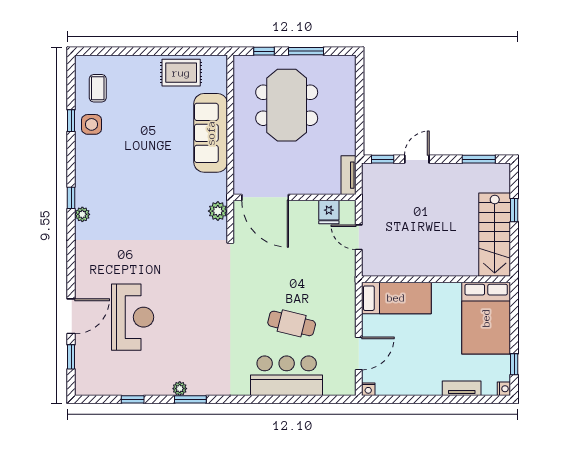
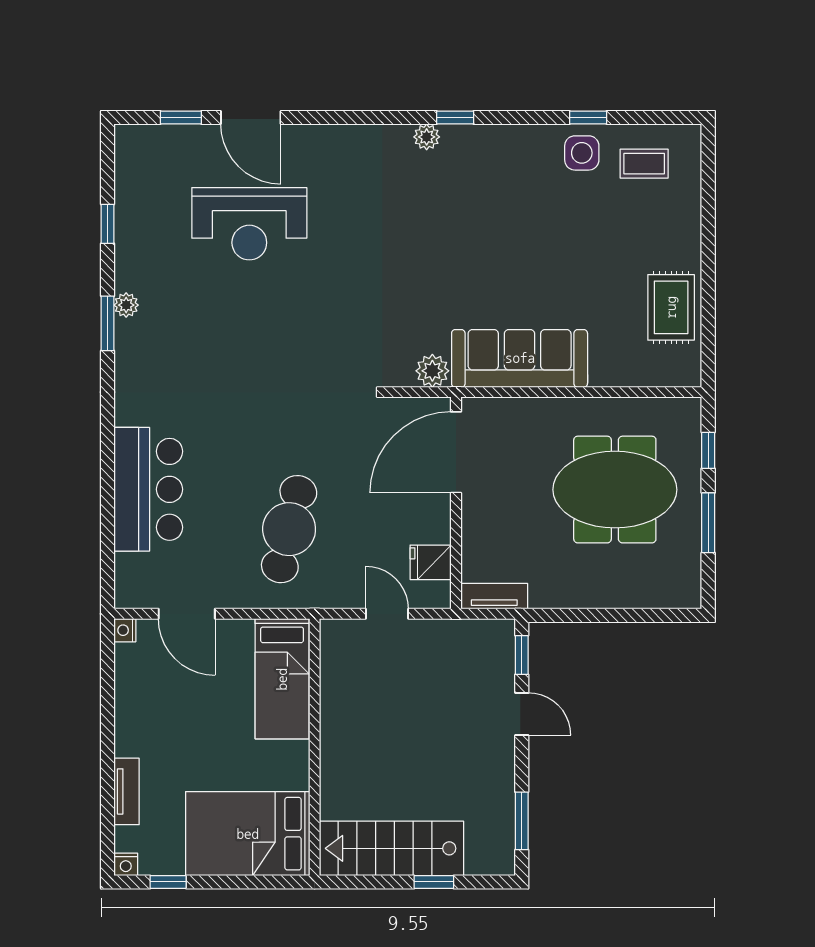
sofa: (211, 133) -> (520, 358), moved
door: (359, 237) -> (387, 614), hinge flipped
cafe table: (292, 323) -> (289, 529), moved, width x1.37, depth x1.35

